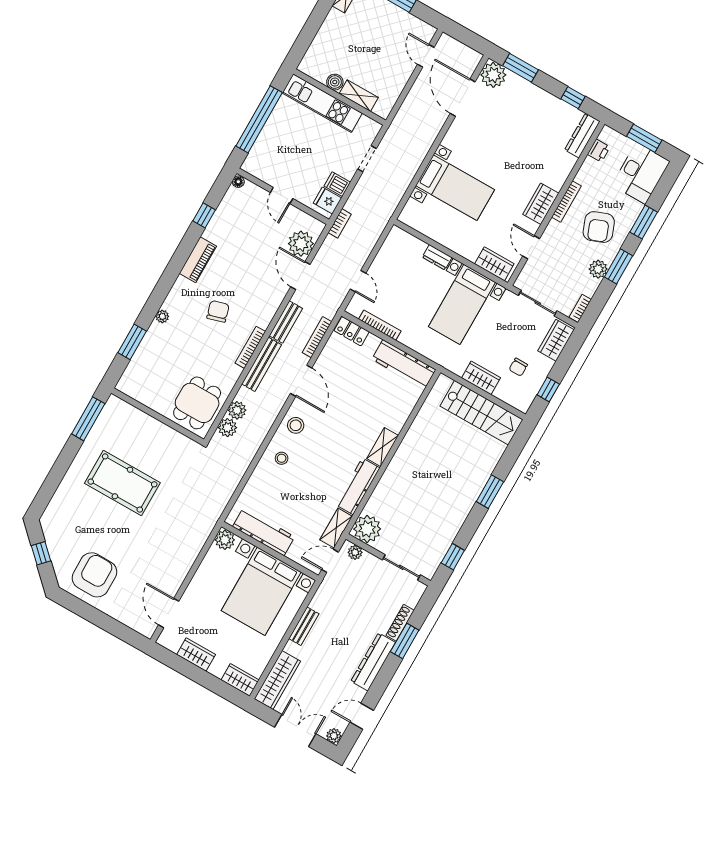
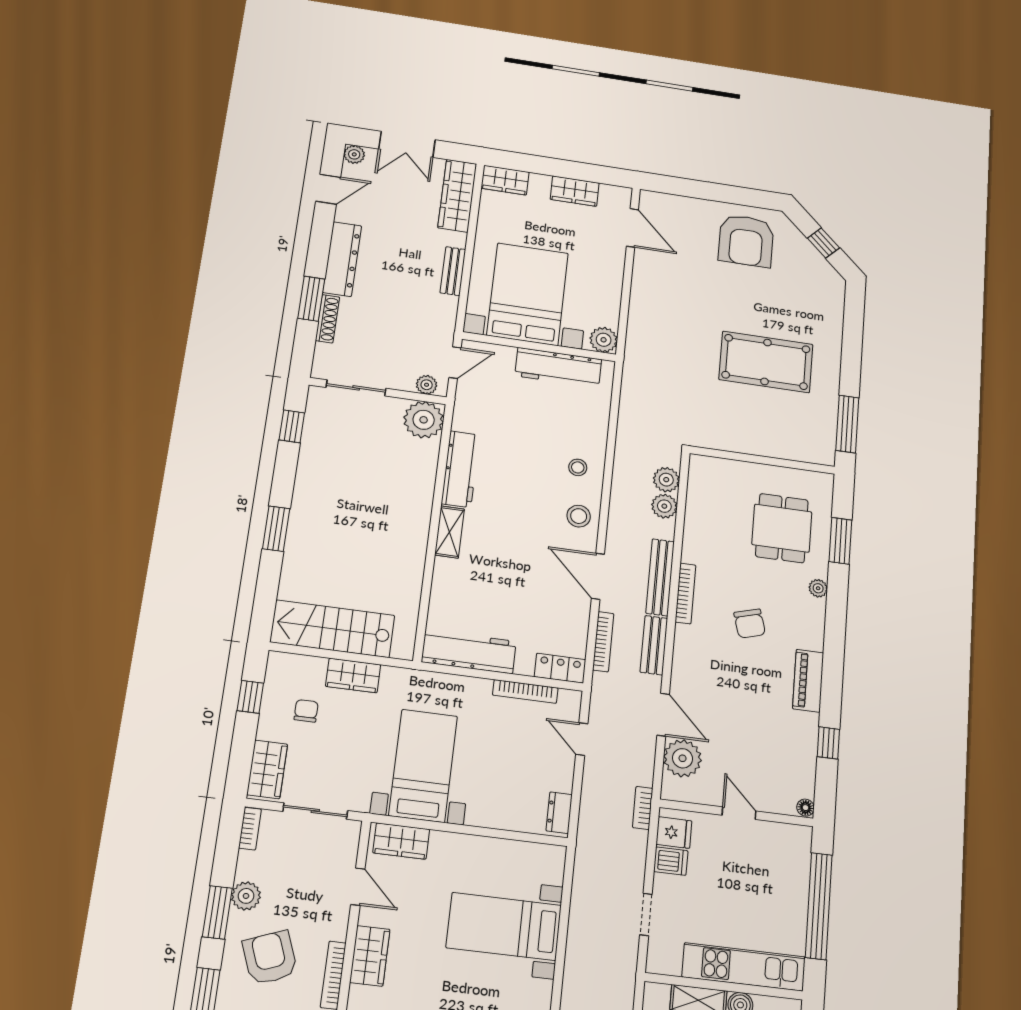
dresser: (437, 257) -> (559, 813), moved, turned -90
dining table: (197, 403) -> (782, 528), moved
shelving: (336, 528) -> (465, 406), removed

